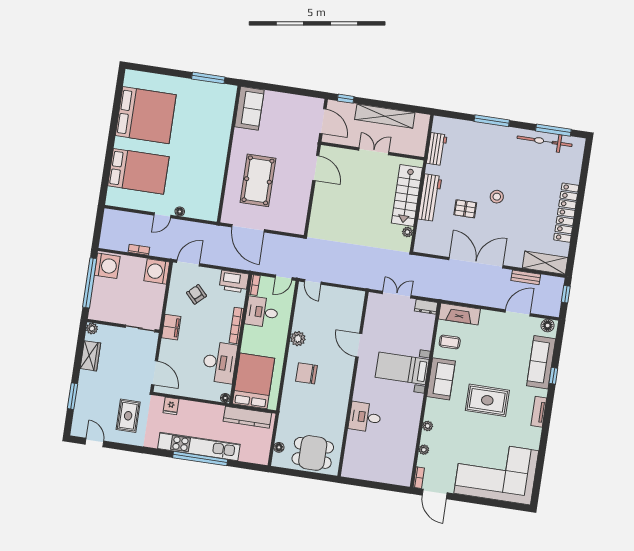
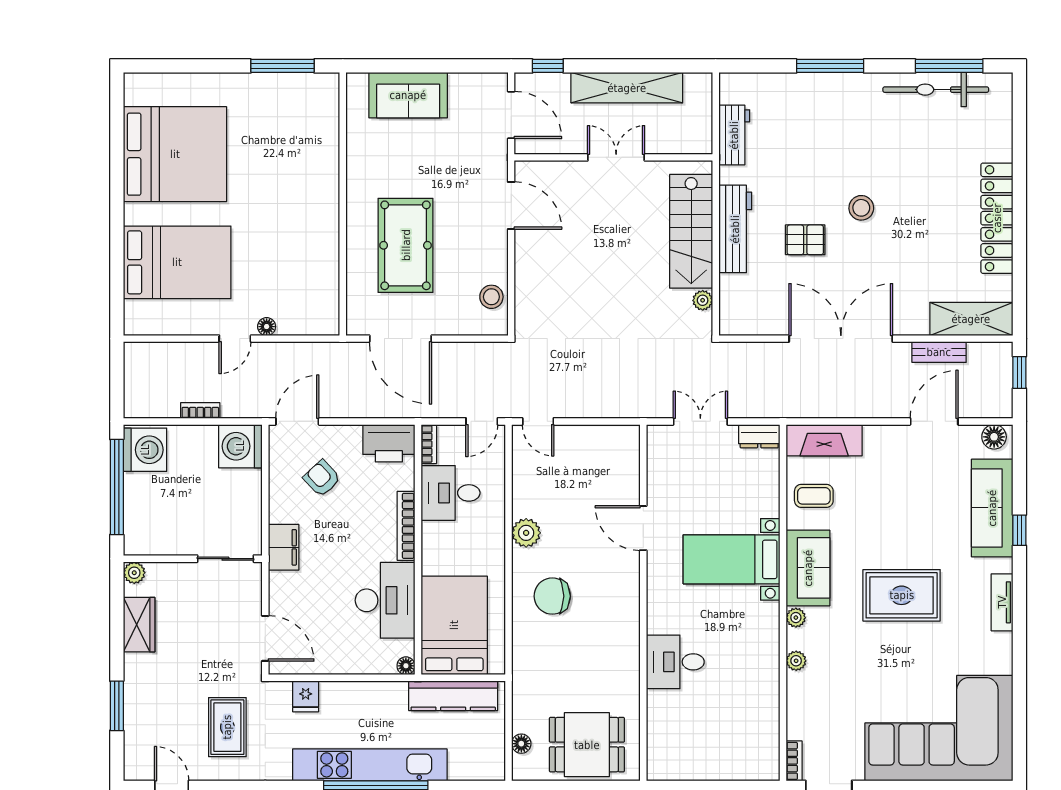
sofa: (249, 108) -> (408, 95), moved, turned 90
stool: (298, 214) -> (491, 297), added
plant: (424, 450) -> (796, 618), moved

